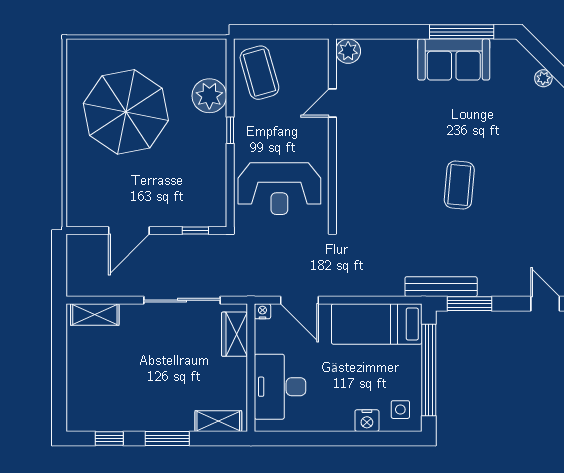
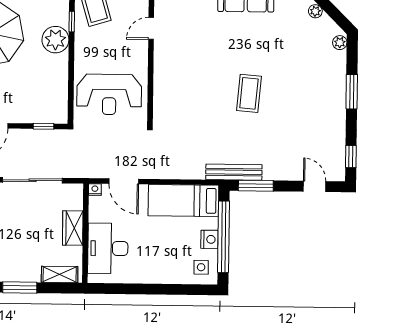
plant: (209, 96) -> (55, 40), moved
window: (230, 130) -> (72, 22), moved
wardrobe: (235, 334) -> (73, 228), moved
nightstand: (367, 421) -> (210, 239), moved, turned -90

